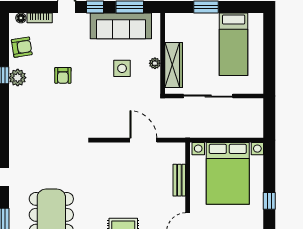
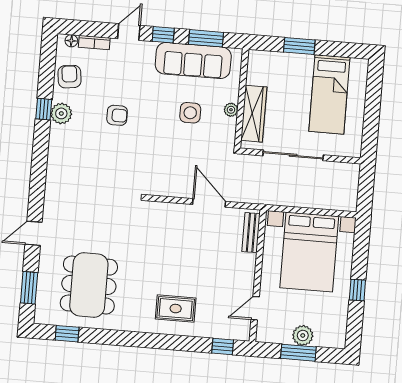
armchair: (22, 47) -> (69, 77), turned -88
armchair: (63, 75) -> (117, 115), turned -90
bench: (179, 180) -> (251, 233), moved

